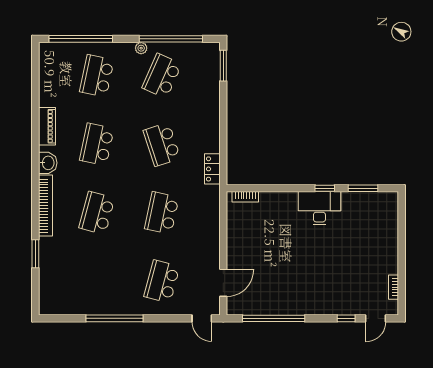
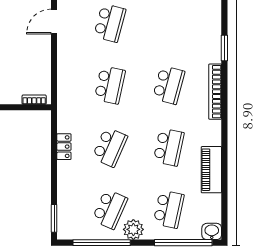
plant: (141, 48) -> (133, 229), width x1.87, depth x1.87
piano: (47, 126) -> (211, 170), width x1.37, depth x1.33
school desk: (162, 144) -> (110, 147), turned 42
washbasin: (48, 163) -> (212, 231), moved, turned 90
locker: (212, 169) -> (64, 147), moved

